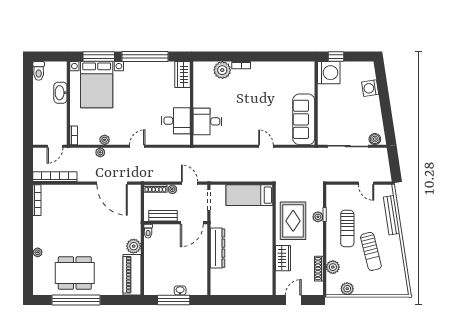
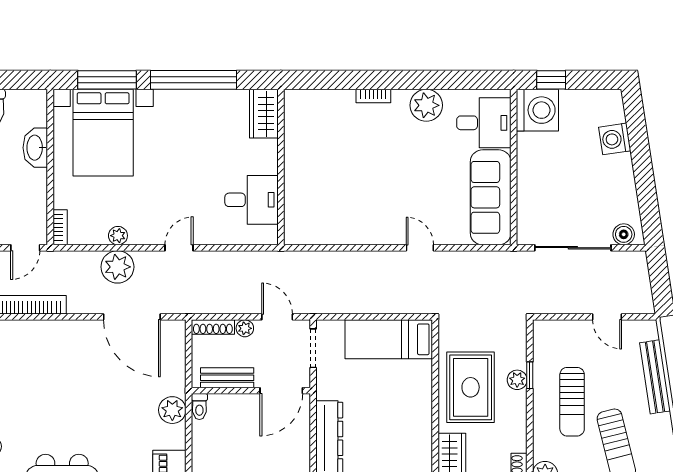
plant: (222, 70) -> (426, 105), moved
desk: (208, 121) -> (484, 123), moved, turned 180
plant: (100, 152) -> (117, 267), width x1.88, depth x1.88
plant: (134, 246) -> (172, 410), moved

